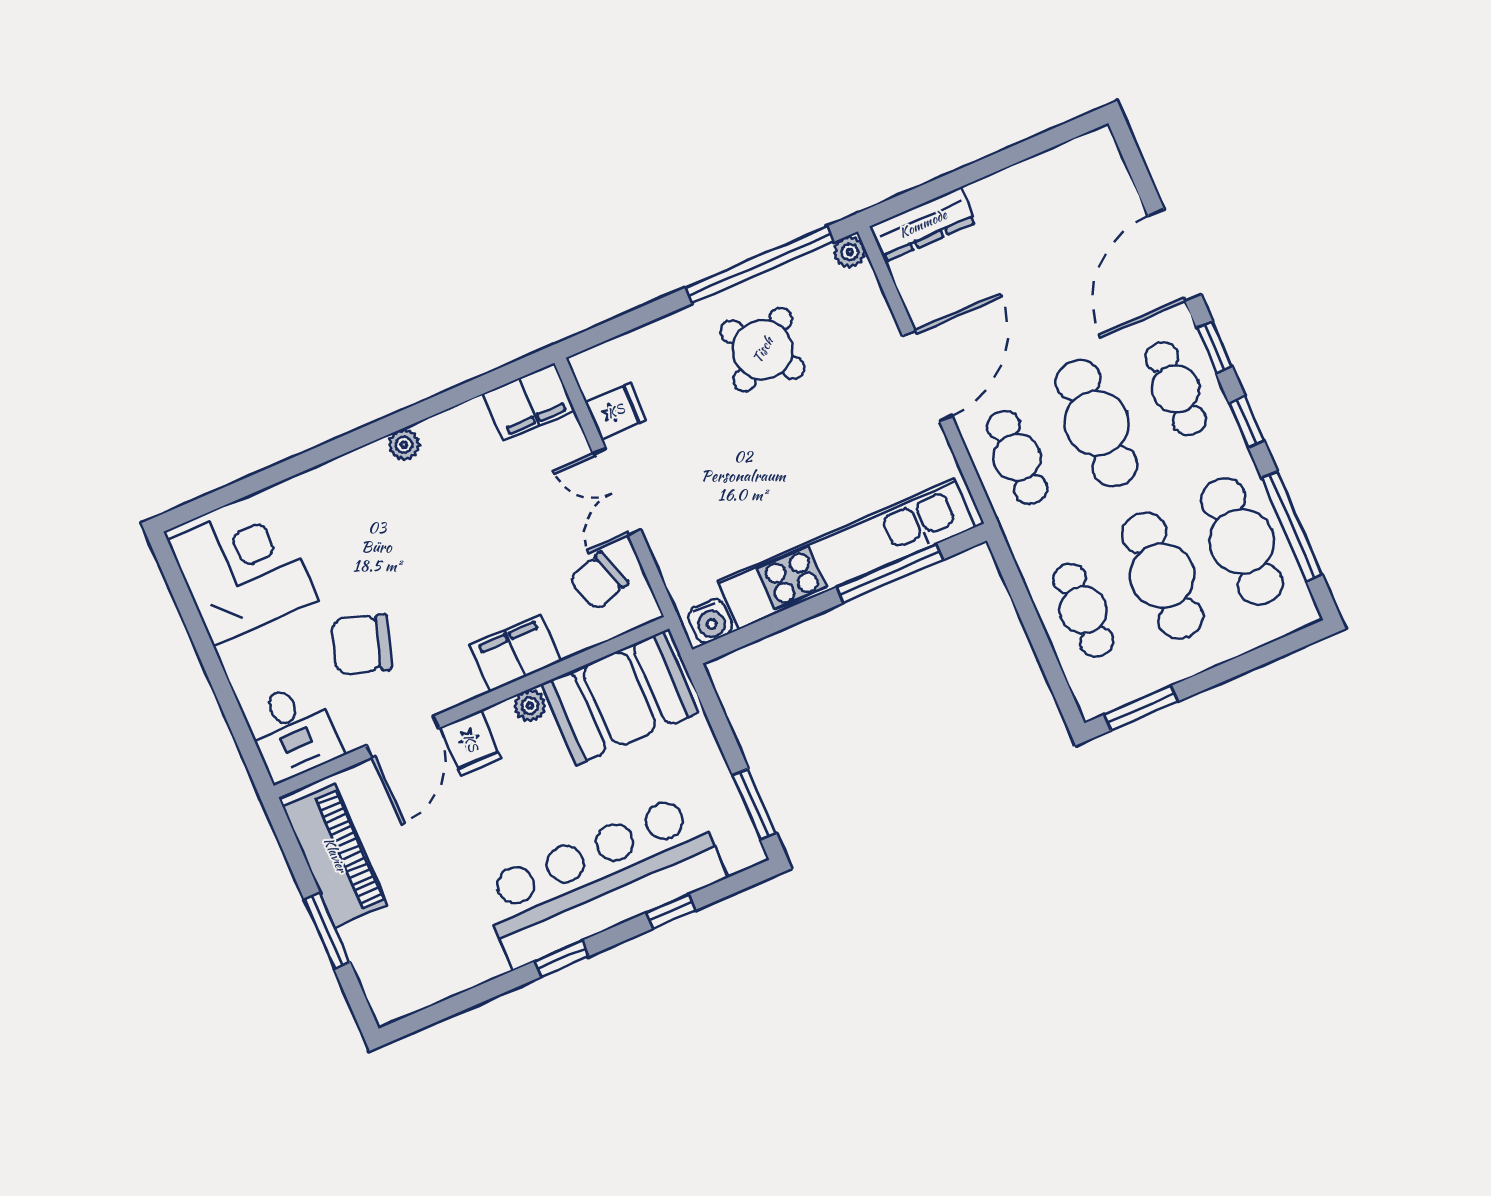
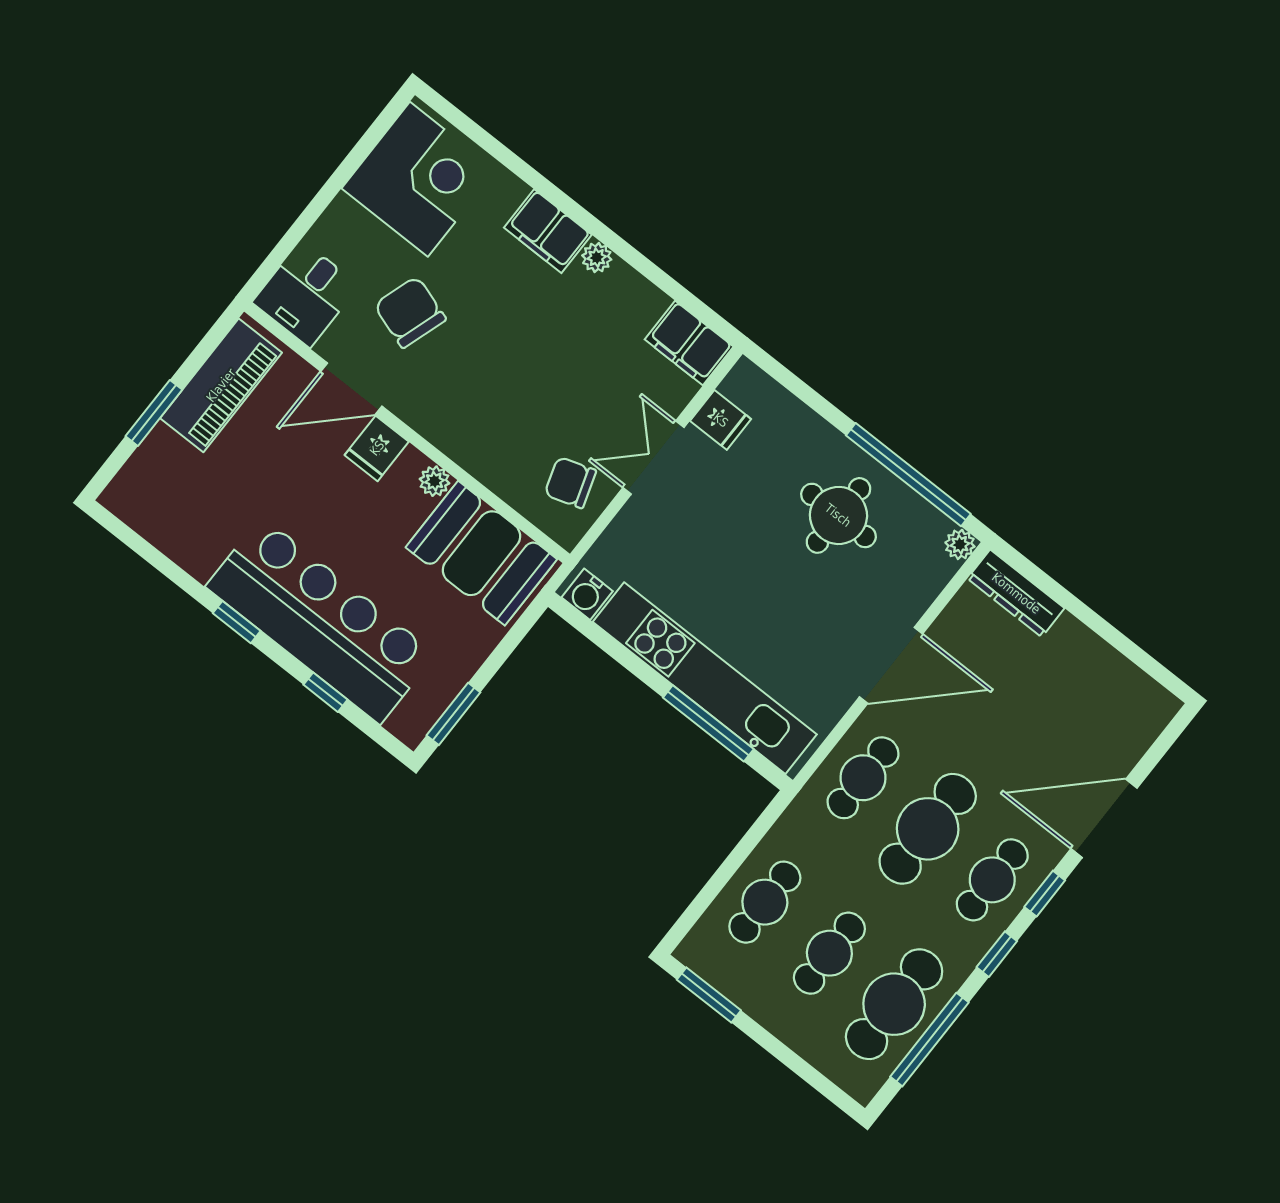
round table: (763, 350) -> (838, 515), turned 36
cafe table: (1162, 576) -> (829, 953), width x0.73, depth x0.74
filing cabinet: (515, 653) -> (548, 231), moved, turned 180

